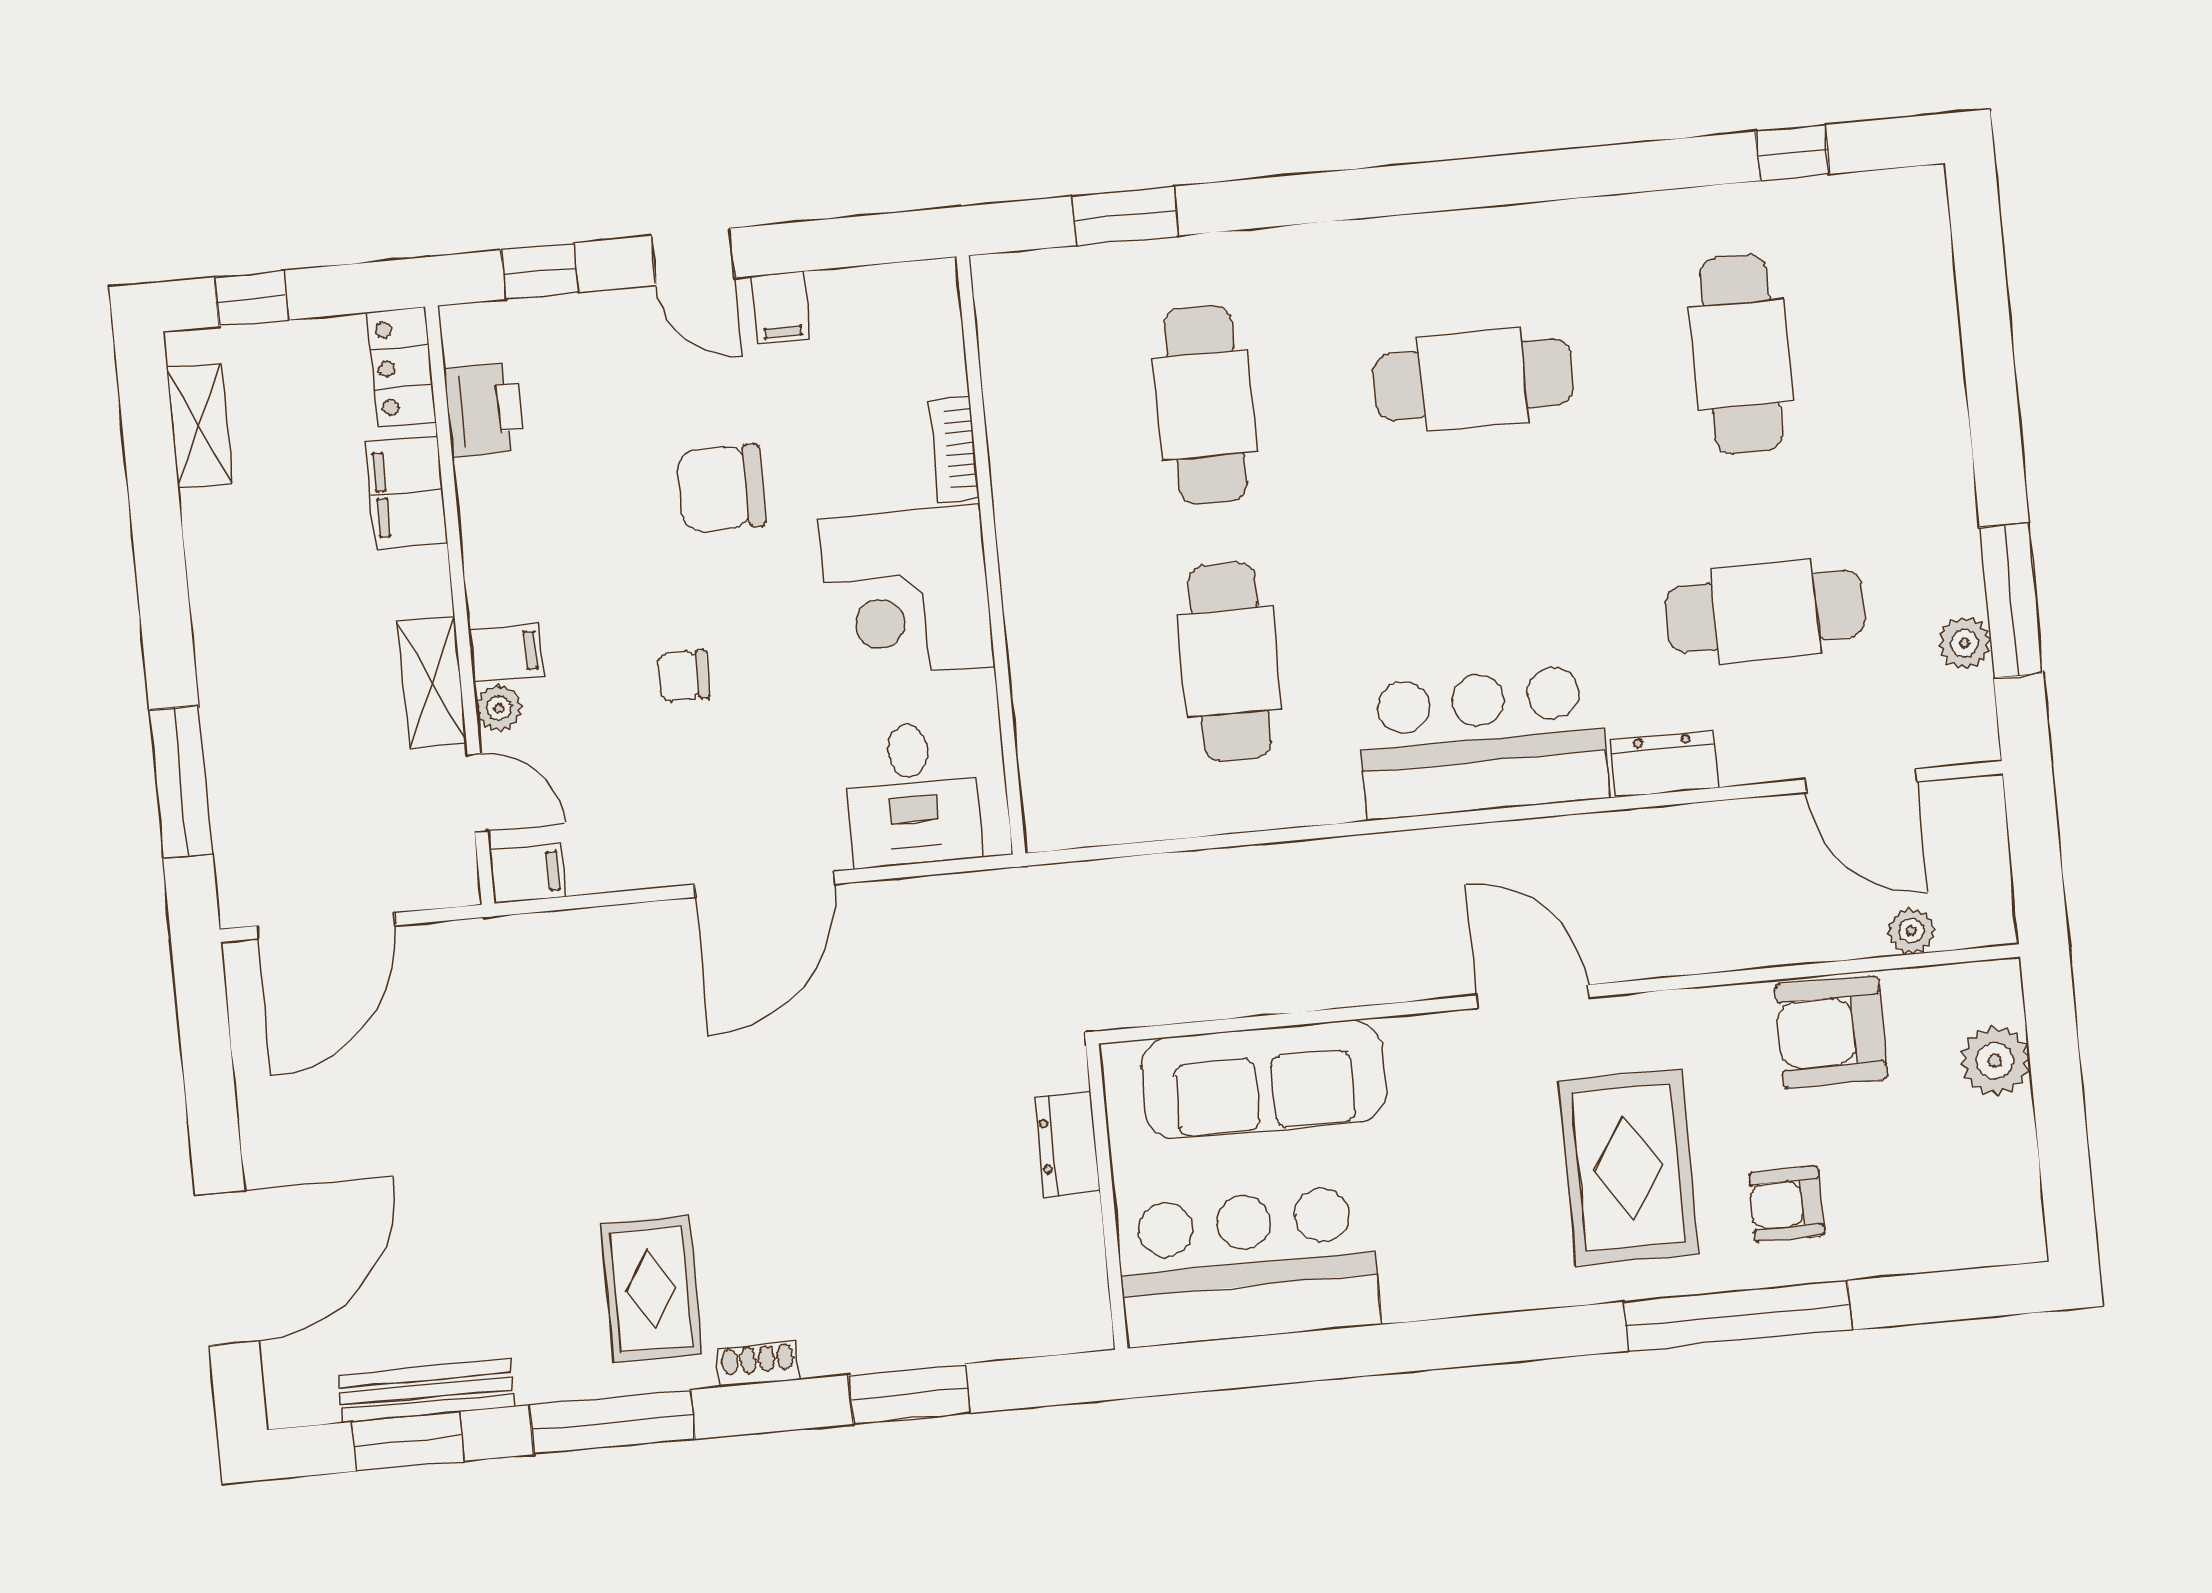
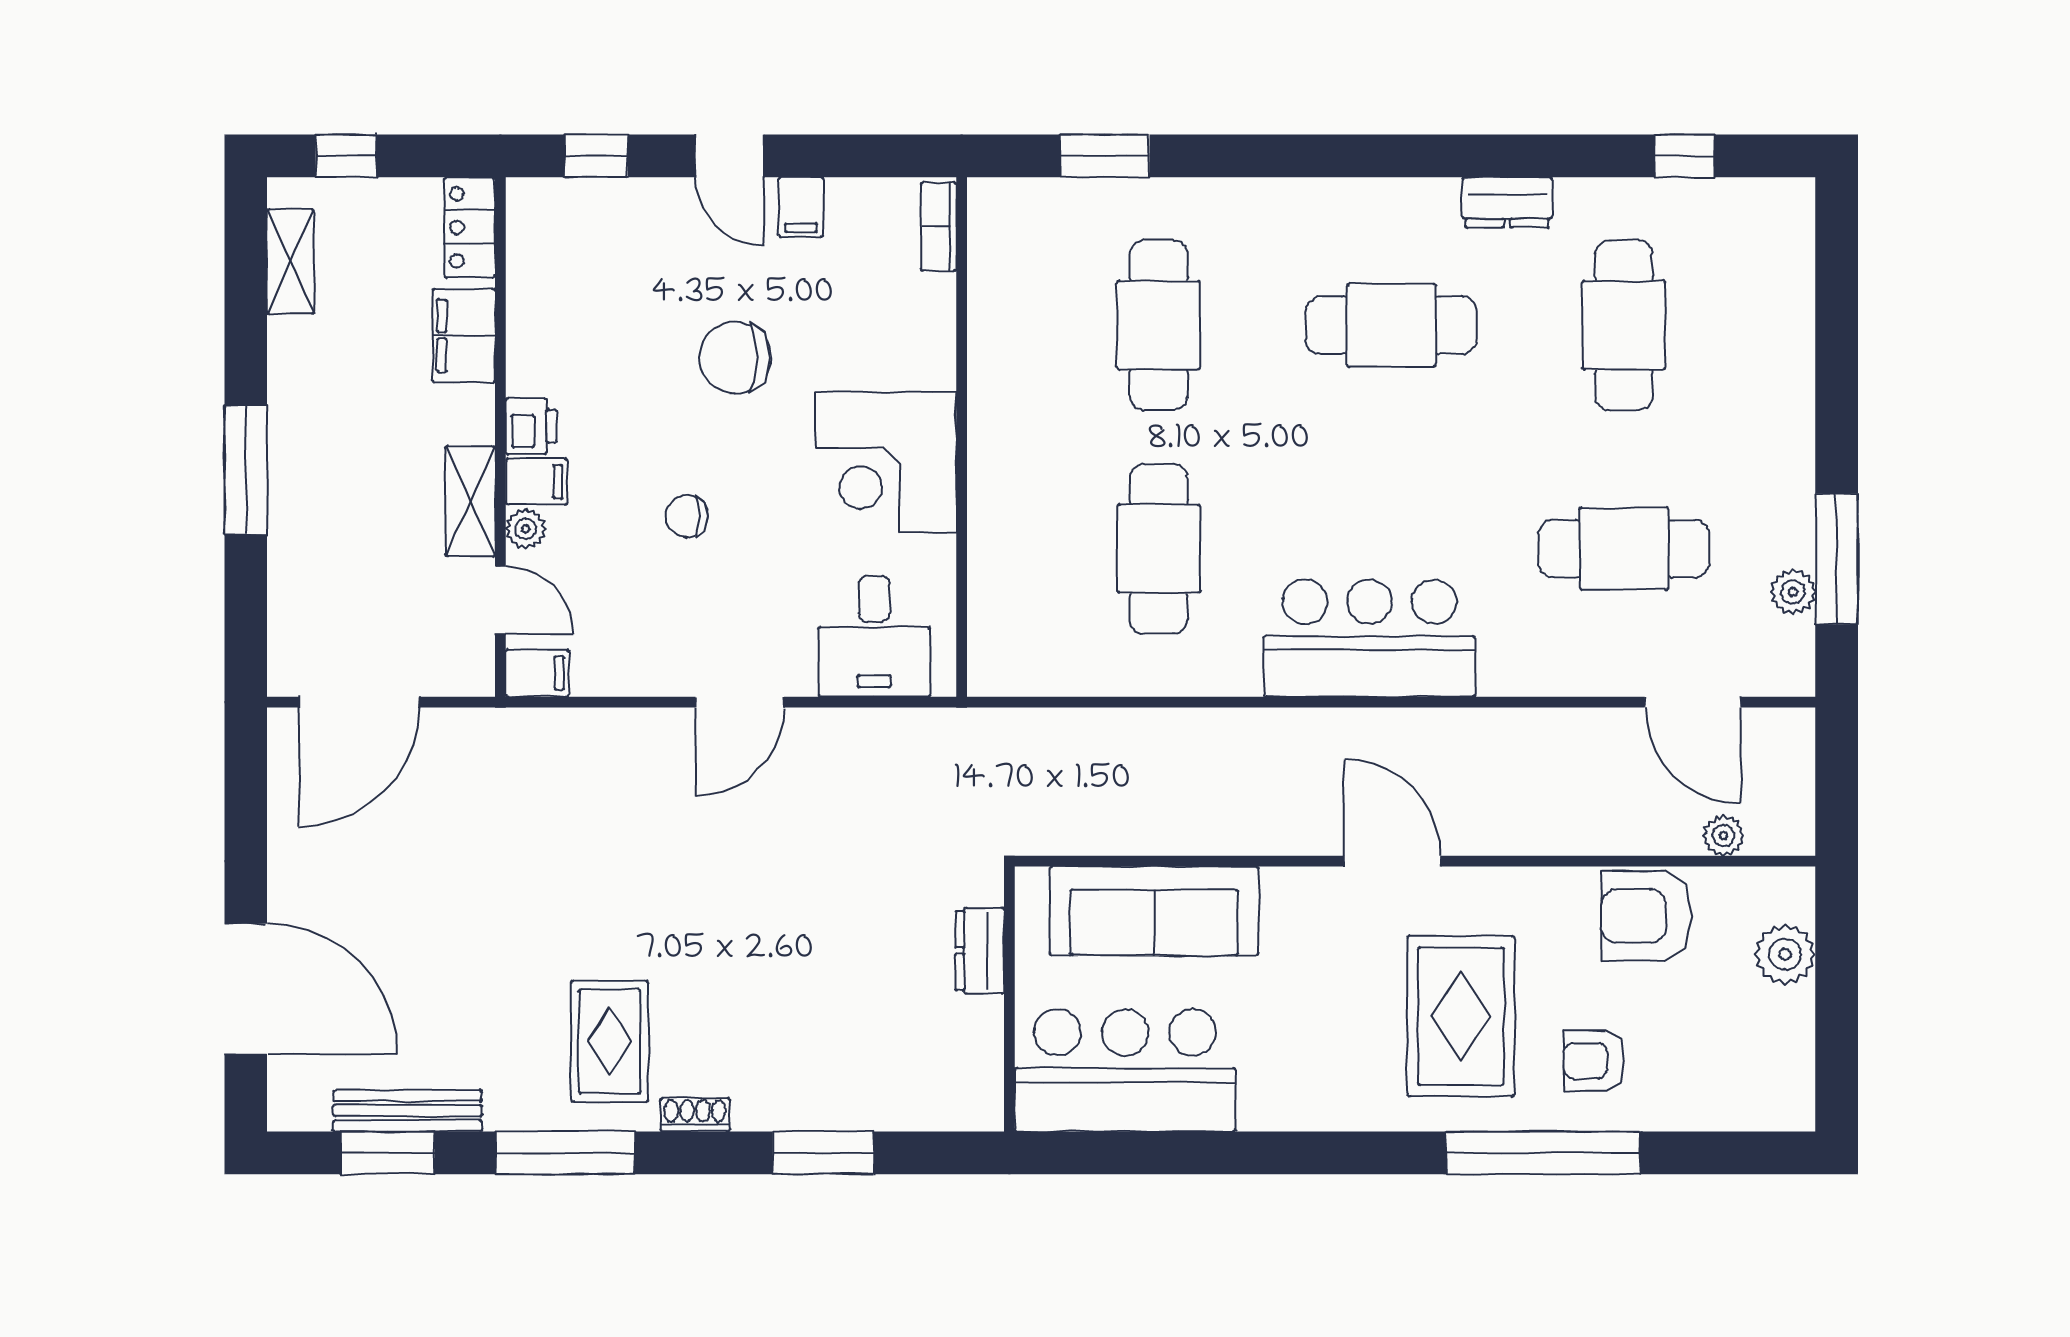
printer: (484, 410) -> (531, 426), moved, width x0.73, depth x0.81
bookcase: (954, 449) -> (939, 227), moved
dresser: (1664, 764) -> (1507, 202), moved, turned 180
window: (181, 782) -> (246, 470), moved
door: (764, 884) -> (740, 702), width x0.73
door: (227, 1268) -> (246, 989), hinge flipped

